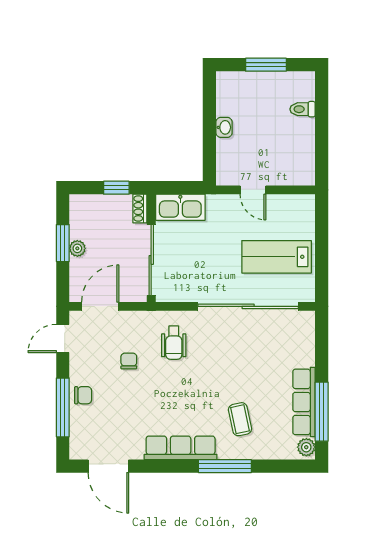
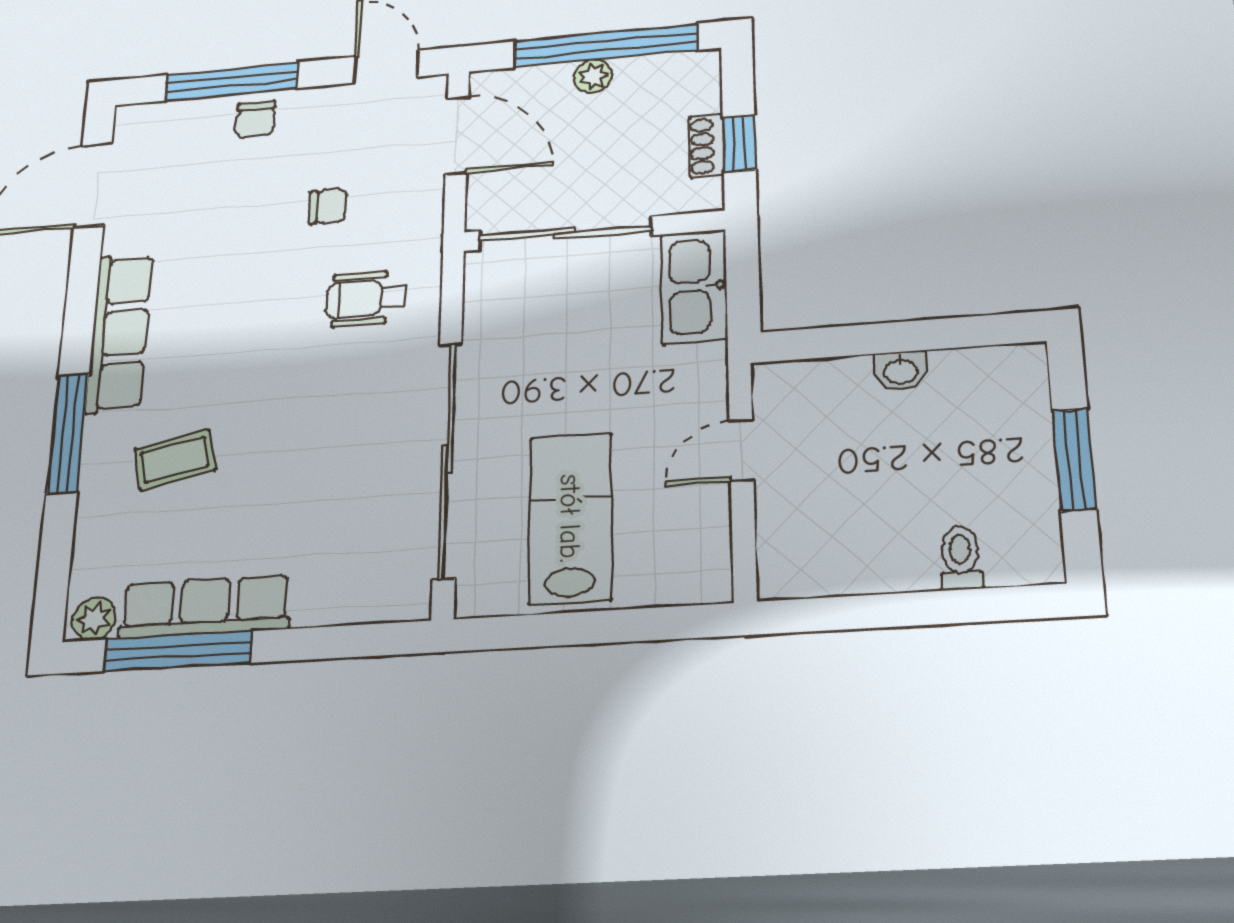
shoe rack: (140, 209) -> (707, 146), moved, turned -90
window: (63, 243) -> (606, 46), width x2.11

